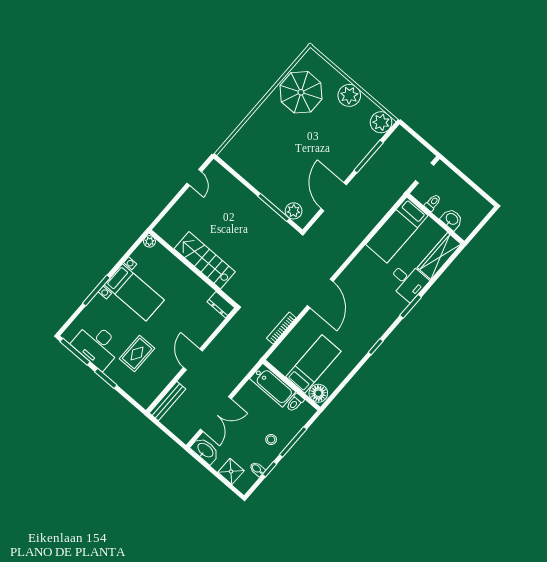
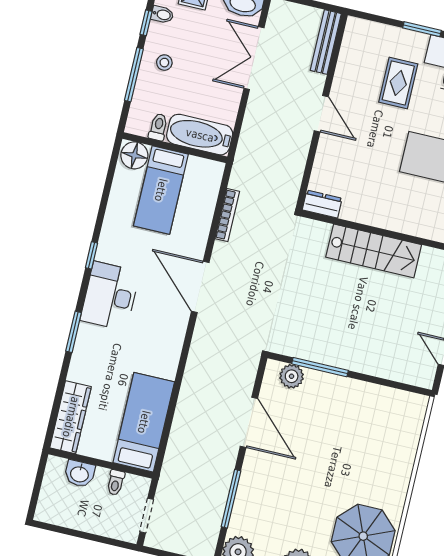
desk: (408, 281) -> (110, 296), moved, width x1.37

